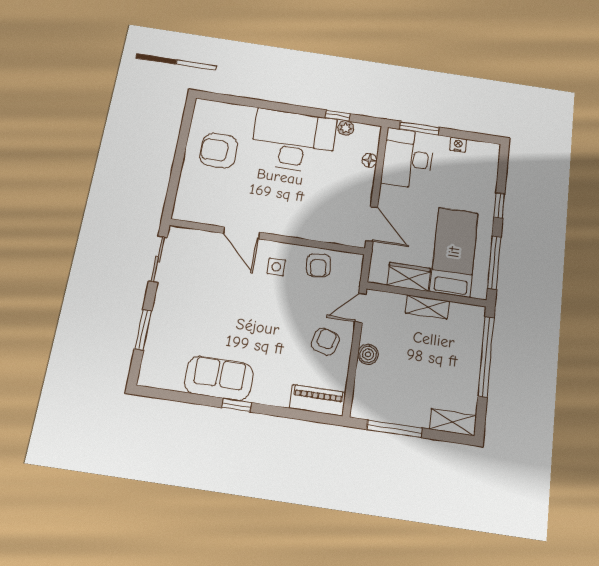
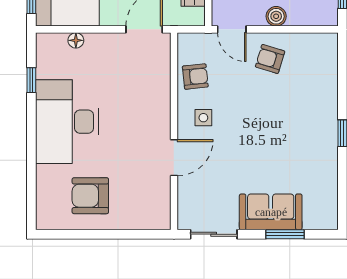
plant: (346, 128) -> (44, 70), removed
armchair: (219, 151) -> (90, 196), turned 90
sofa: (219, 378) -> (271, 212), moved, turned 90
piano: (318, 400) -> (327, 58), removed

